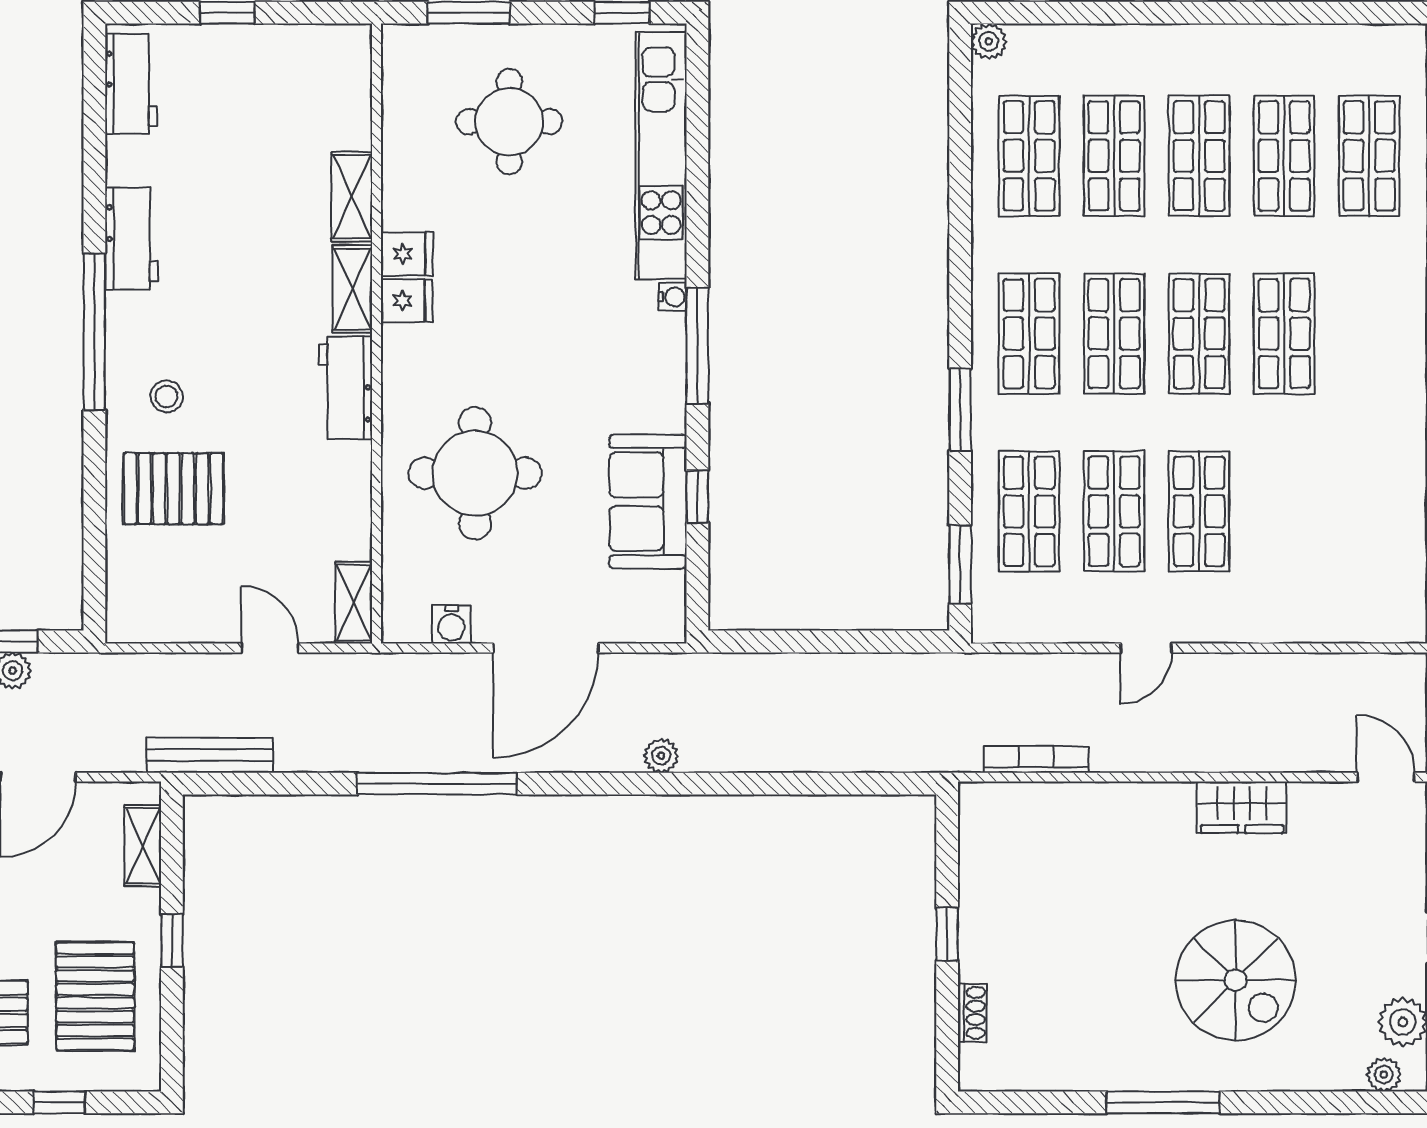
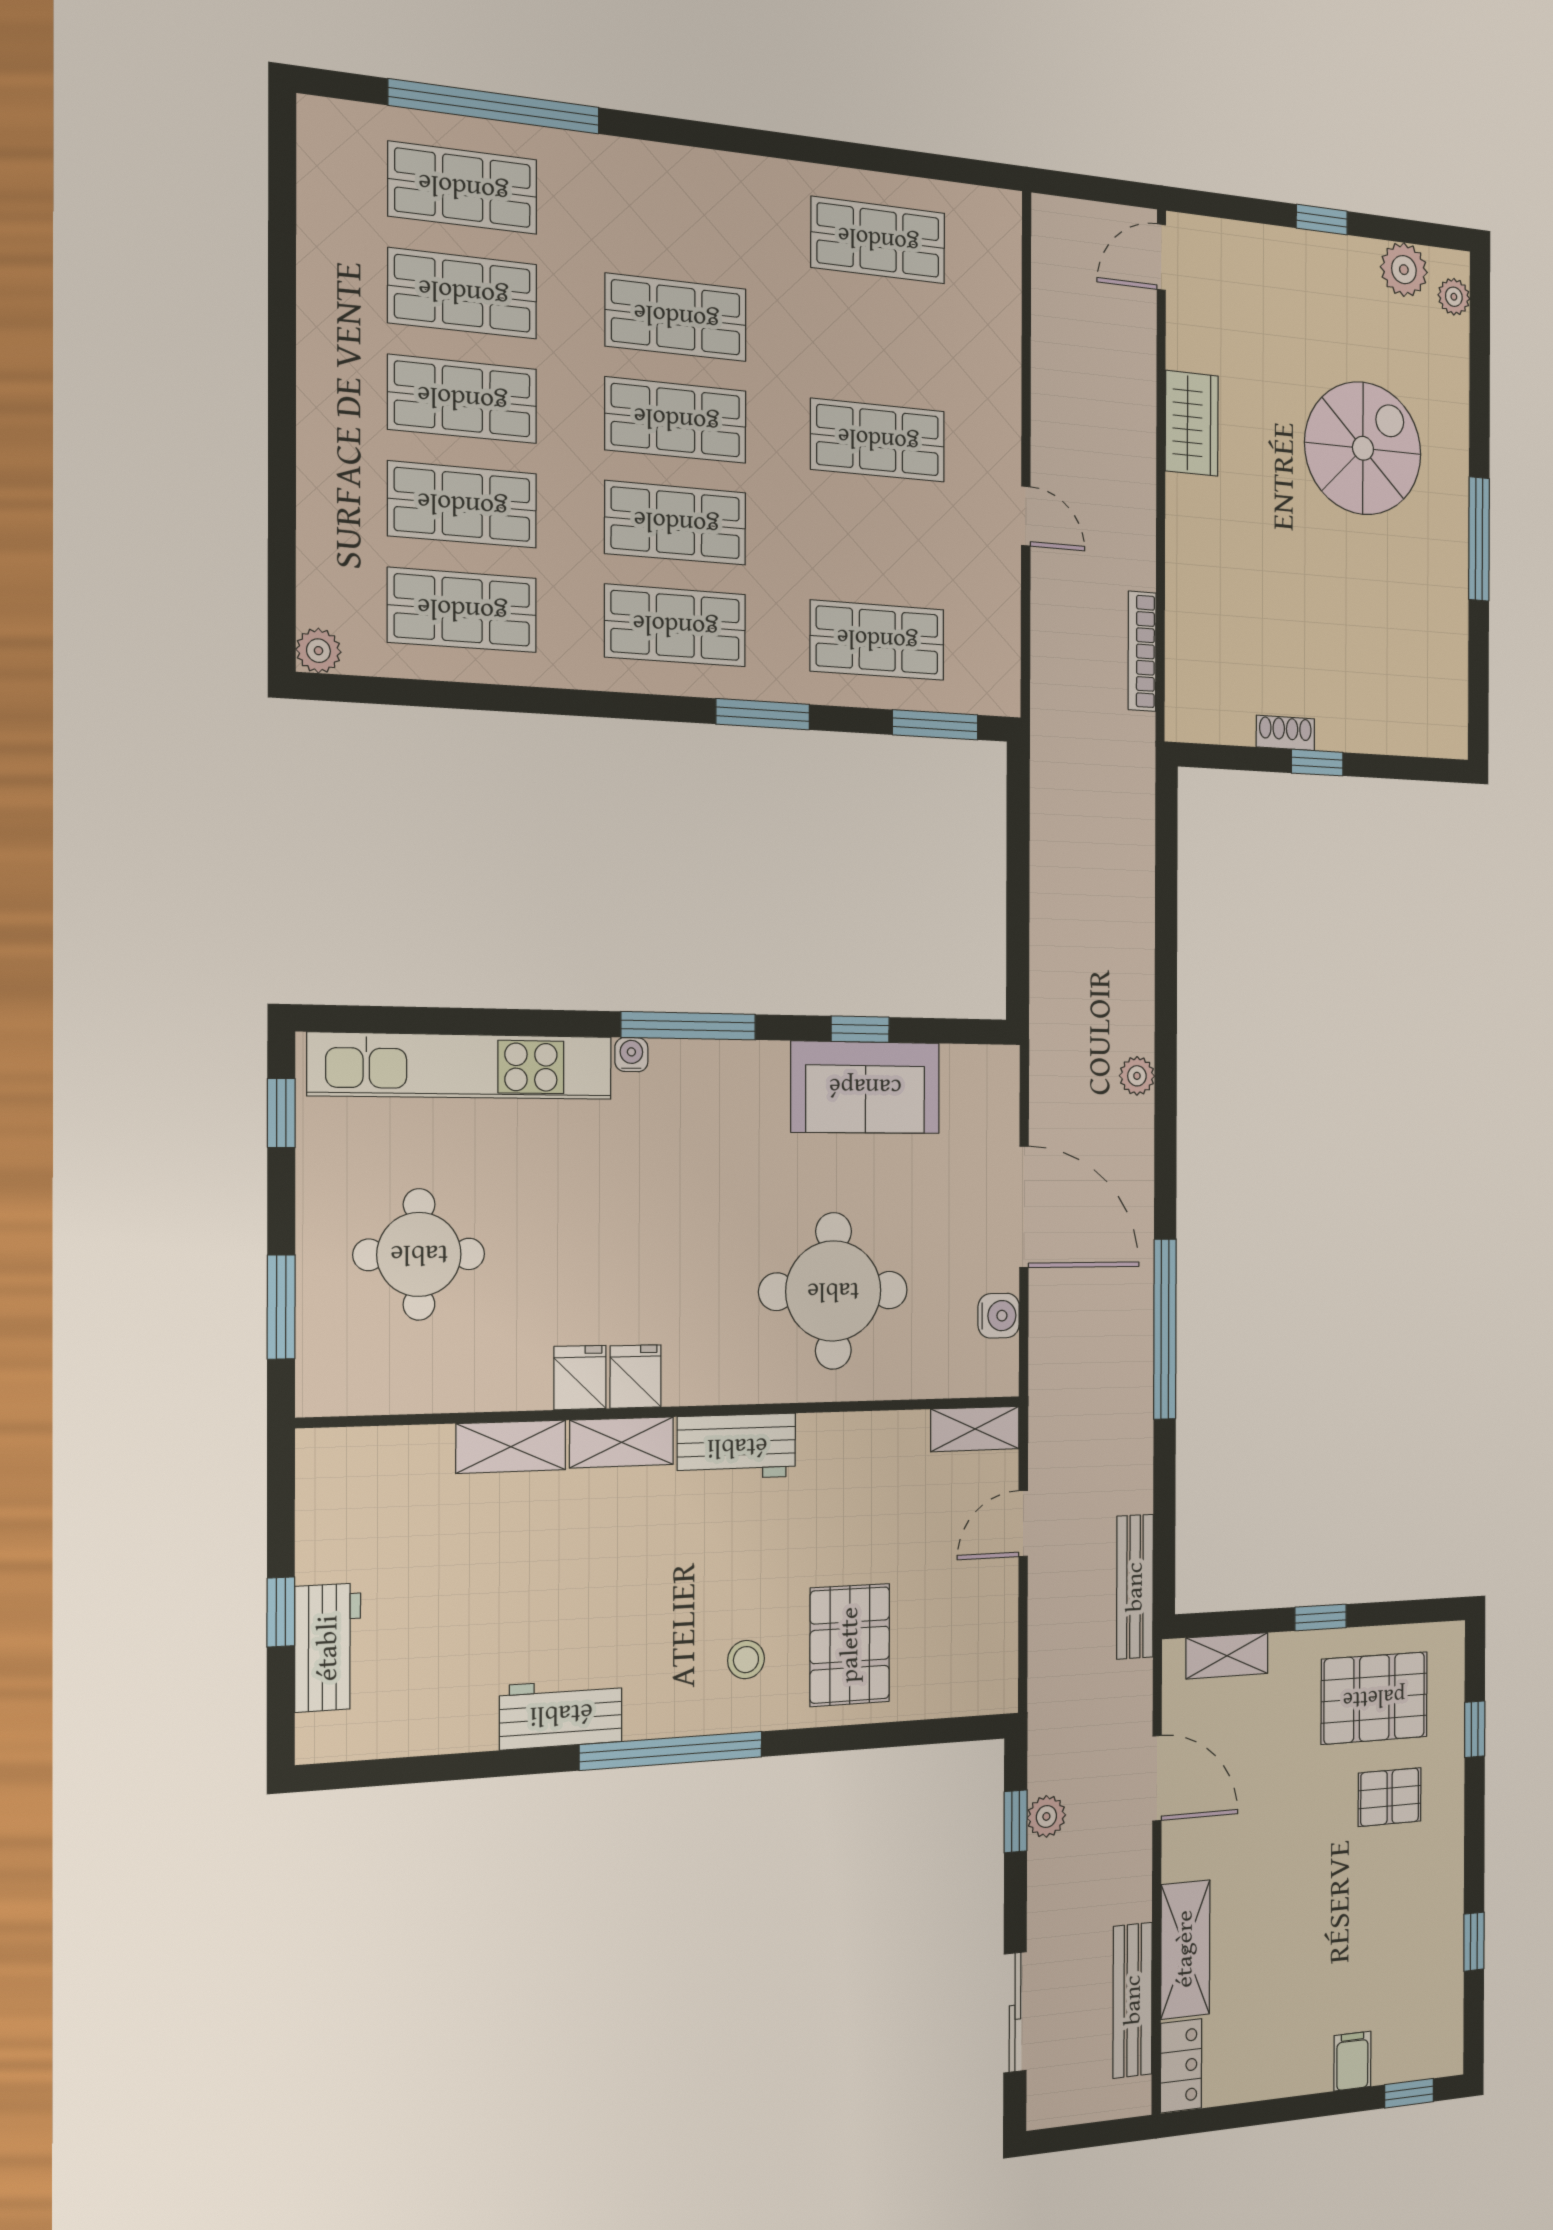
workbench: (131, 84) -> (328, 1648), moved, turned 90
shop shelf: (1114, 511) -> (878, 240), moved
shoe rack: (972, 1013) -> (1285, 733), moved

